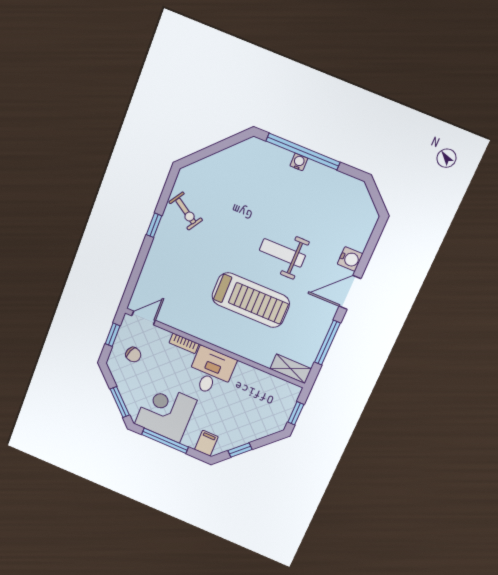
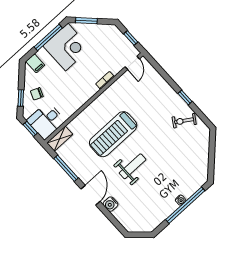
chair: (133, 355) -> (37, 94), moved
desk: (211, 372) -> (46, 121), moved, turned 90
window: (240, 450) -> (21, 98), moved

